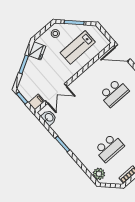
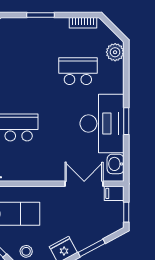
desk: (74, 132) -> (102, 124), added

